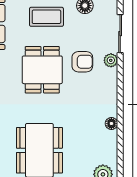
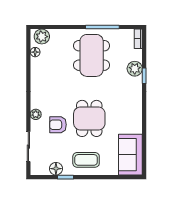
plant: (111, 60) -> (36, 114), moved
floor lamp: (111, 124) -> (35, 52), moved

